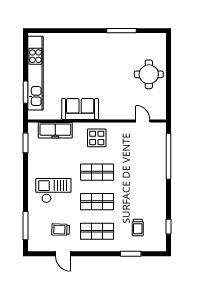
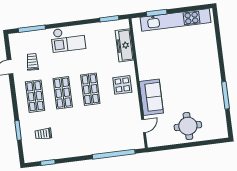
sofa: (80, 109) -> (151, 97), moved
checkout: (53, 191) -> (68, 39), moved, turned 90

